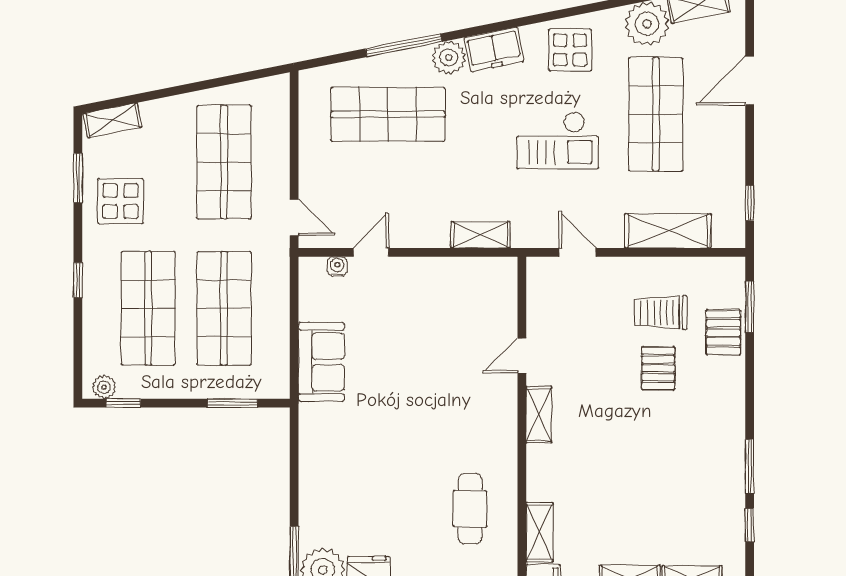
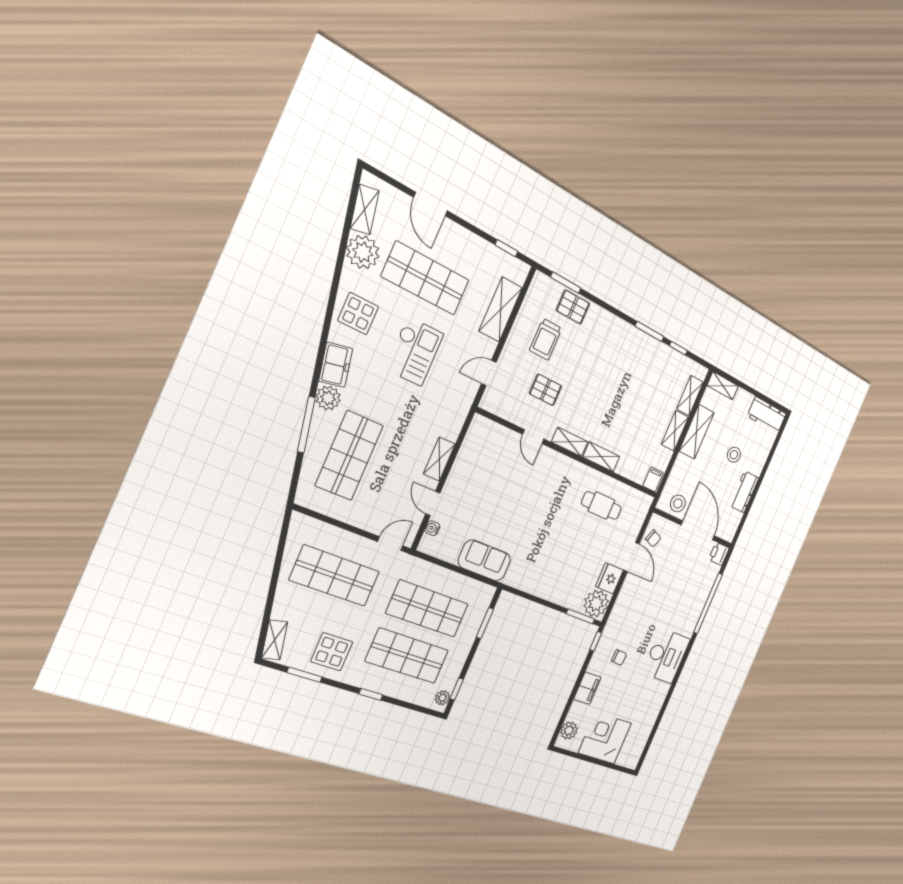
shelving: (481, 235) -> (439, 459), moved
pallet: (658, 368) -> (546, 390), moved
shelving: (540, 532) -> (601, 457), moved

